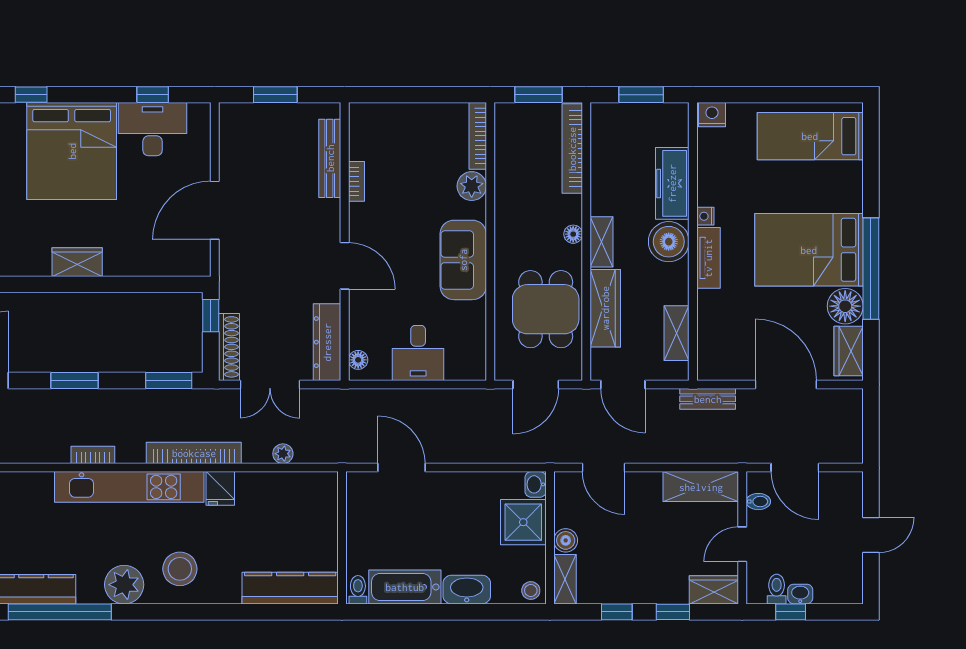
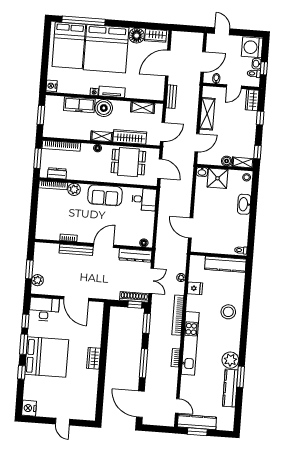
window: (98, 95) -> (24, 344), added
plant: (251, 116) -> (38, 280), added
desk: (153, 129) -> (44, 309), moved, turned 90
bed: (810, 136) -> (69, 45), width x1.50
dresser: (506, 143) -> (57, 173), added
bench: (330, 158) -> (76, 250), moved
bed: (809, 250) -> (106, 49), width x1.36
window: (871, 269) -> (83, 21), moved
window: (211, 316) -> (135, 305), moved
desk: (418, 353) -> (144, 199), moved
window: (74, 381) -> (144, 363), width x1.44
door: (401, 468) -> (191, 228), hinge flipped
shelving: (701, 487) -> (207, 114), moved
fridge: (220, 488) -> (195, 288), moved
door: (871, 535) -> (222, 31), moved
door: (742, 544) -> (234, 87), hinge flipped
stool: (180, 569) -> (228, 312), moved
washing machine: (838, 580) -> (252, 47), added
plant: (124, 585) -> (230, 360), moved
bathtub: (405, 587) -> (241, 230), removed
kitchen counter: (290, 588) -> (225, 264), moved, turned -90
window: (60, 612) -> (241, 377), width x0.47
window: (617, 612) -> (258, 152), moved

